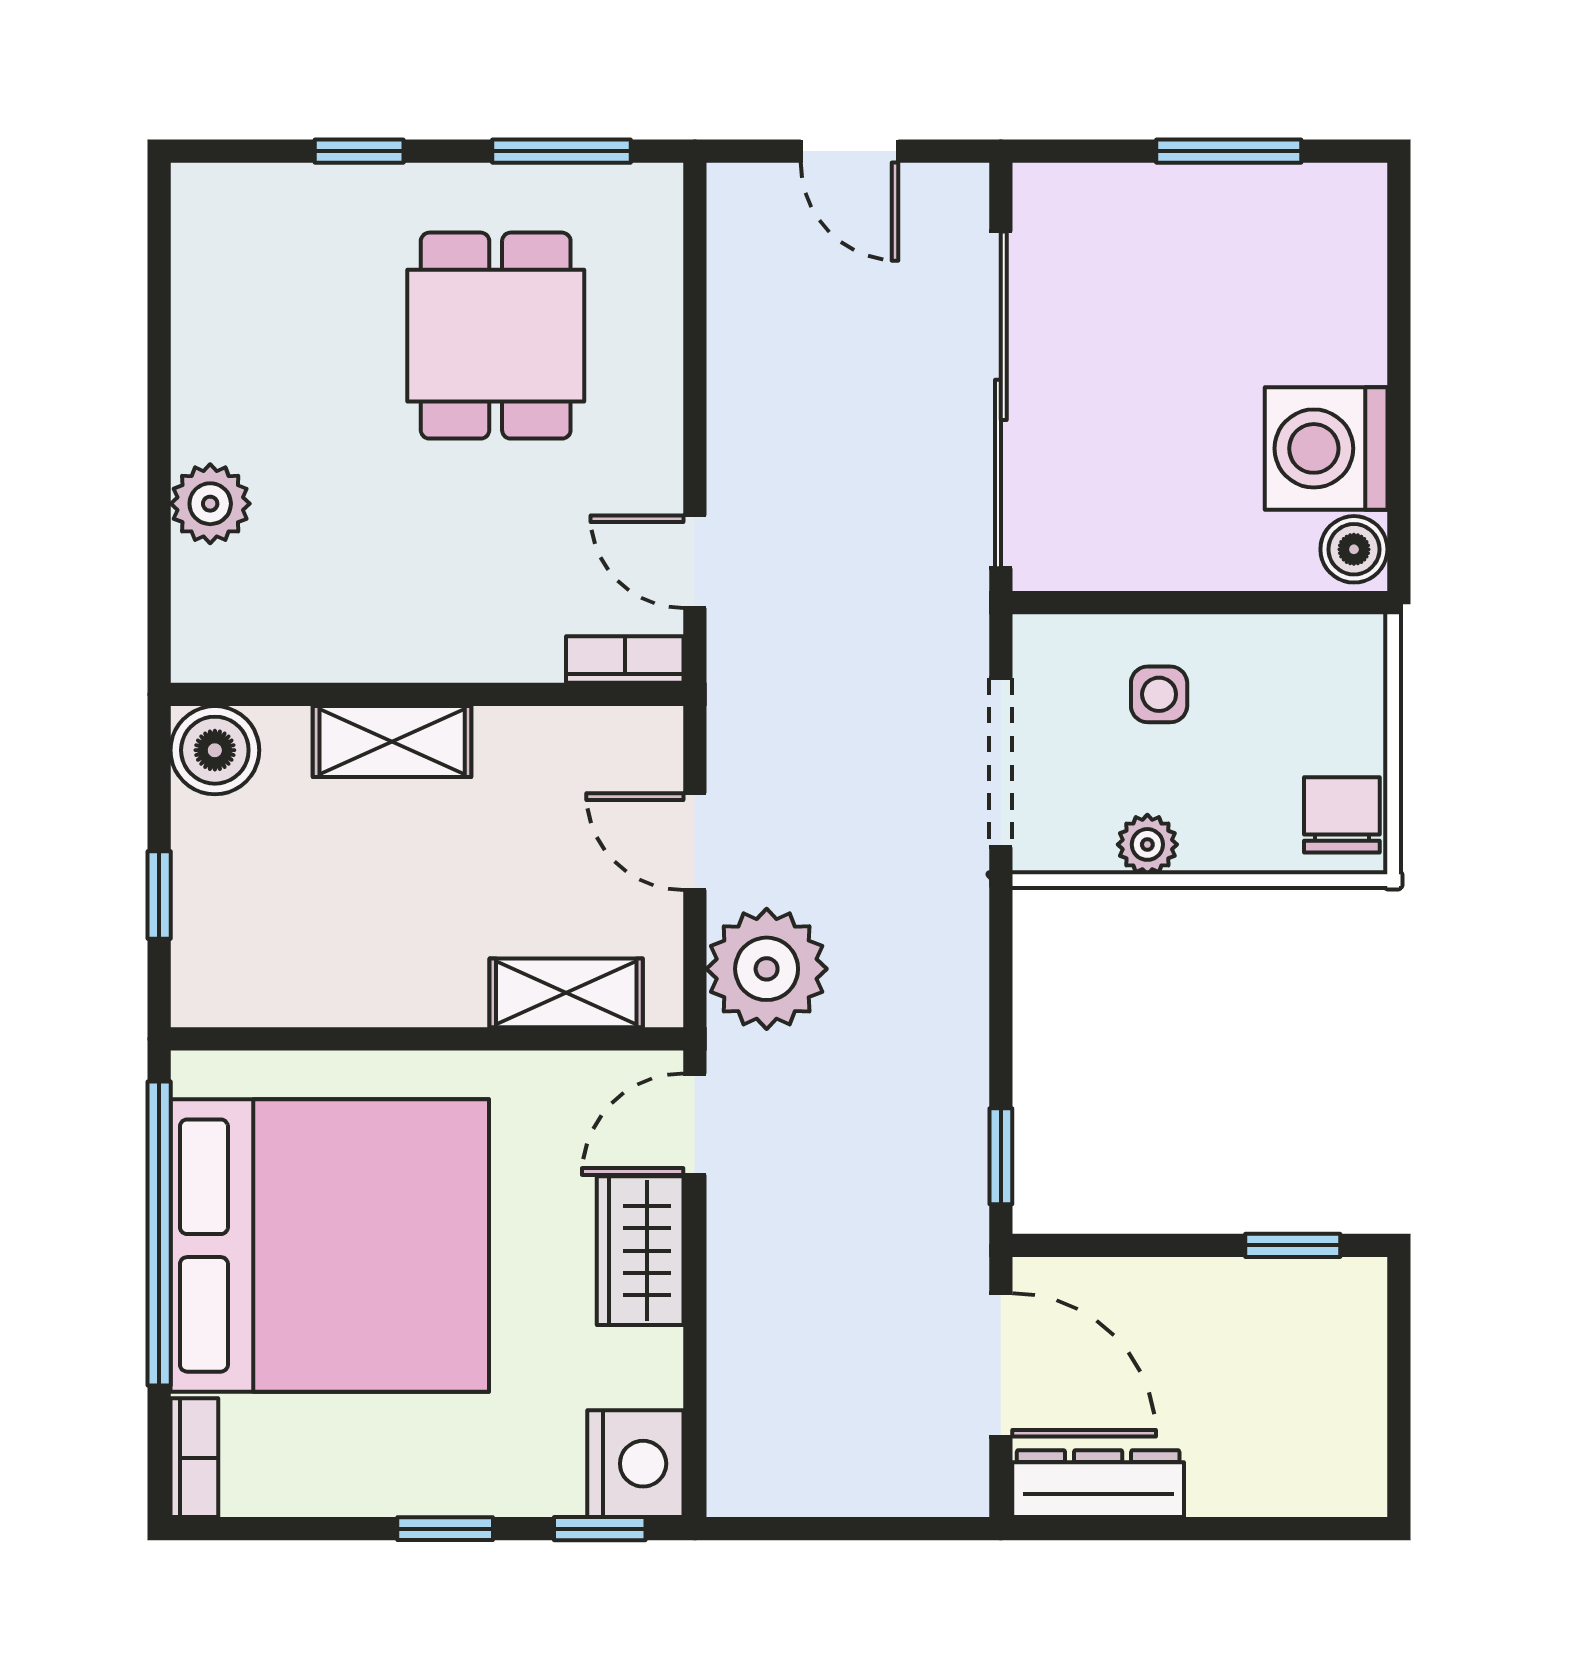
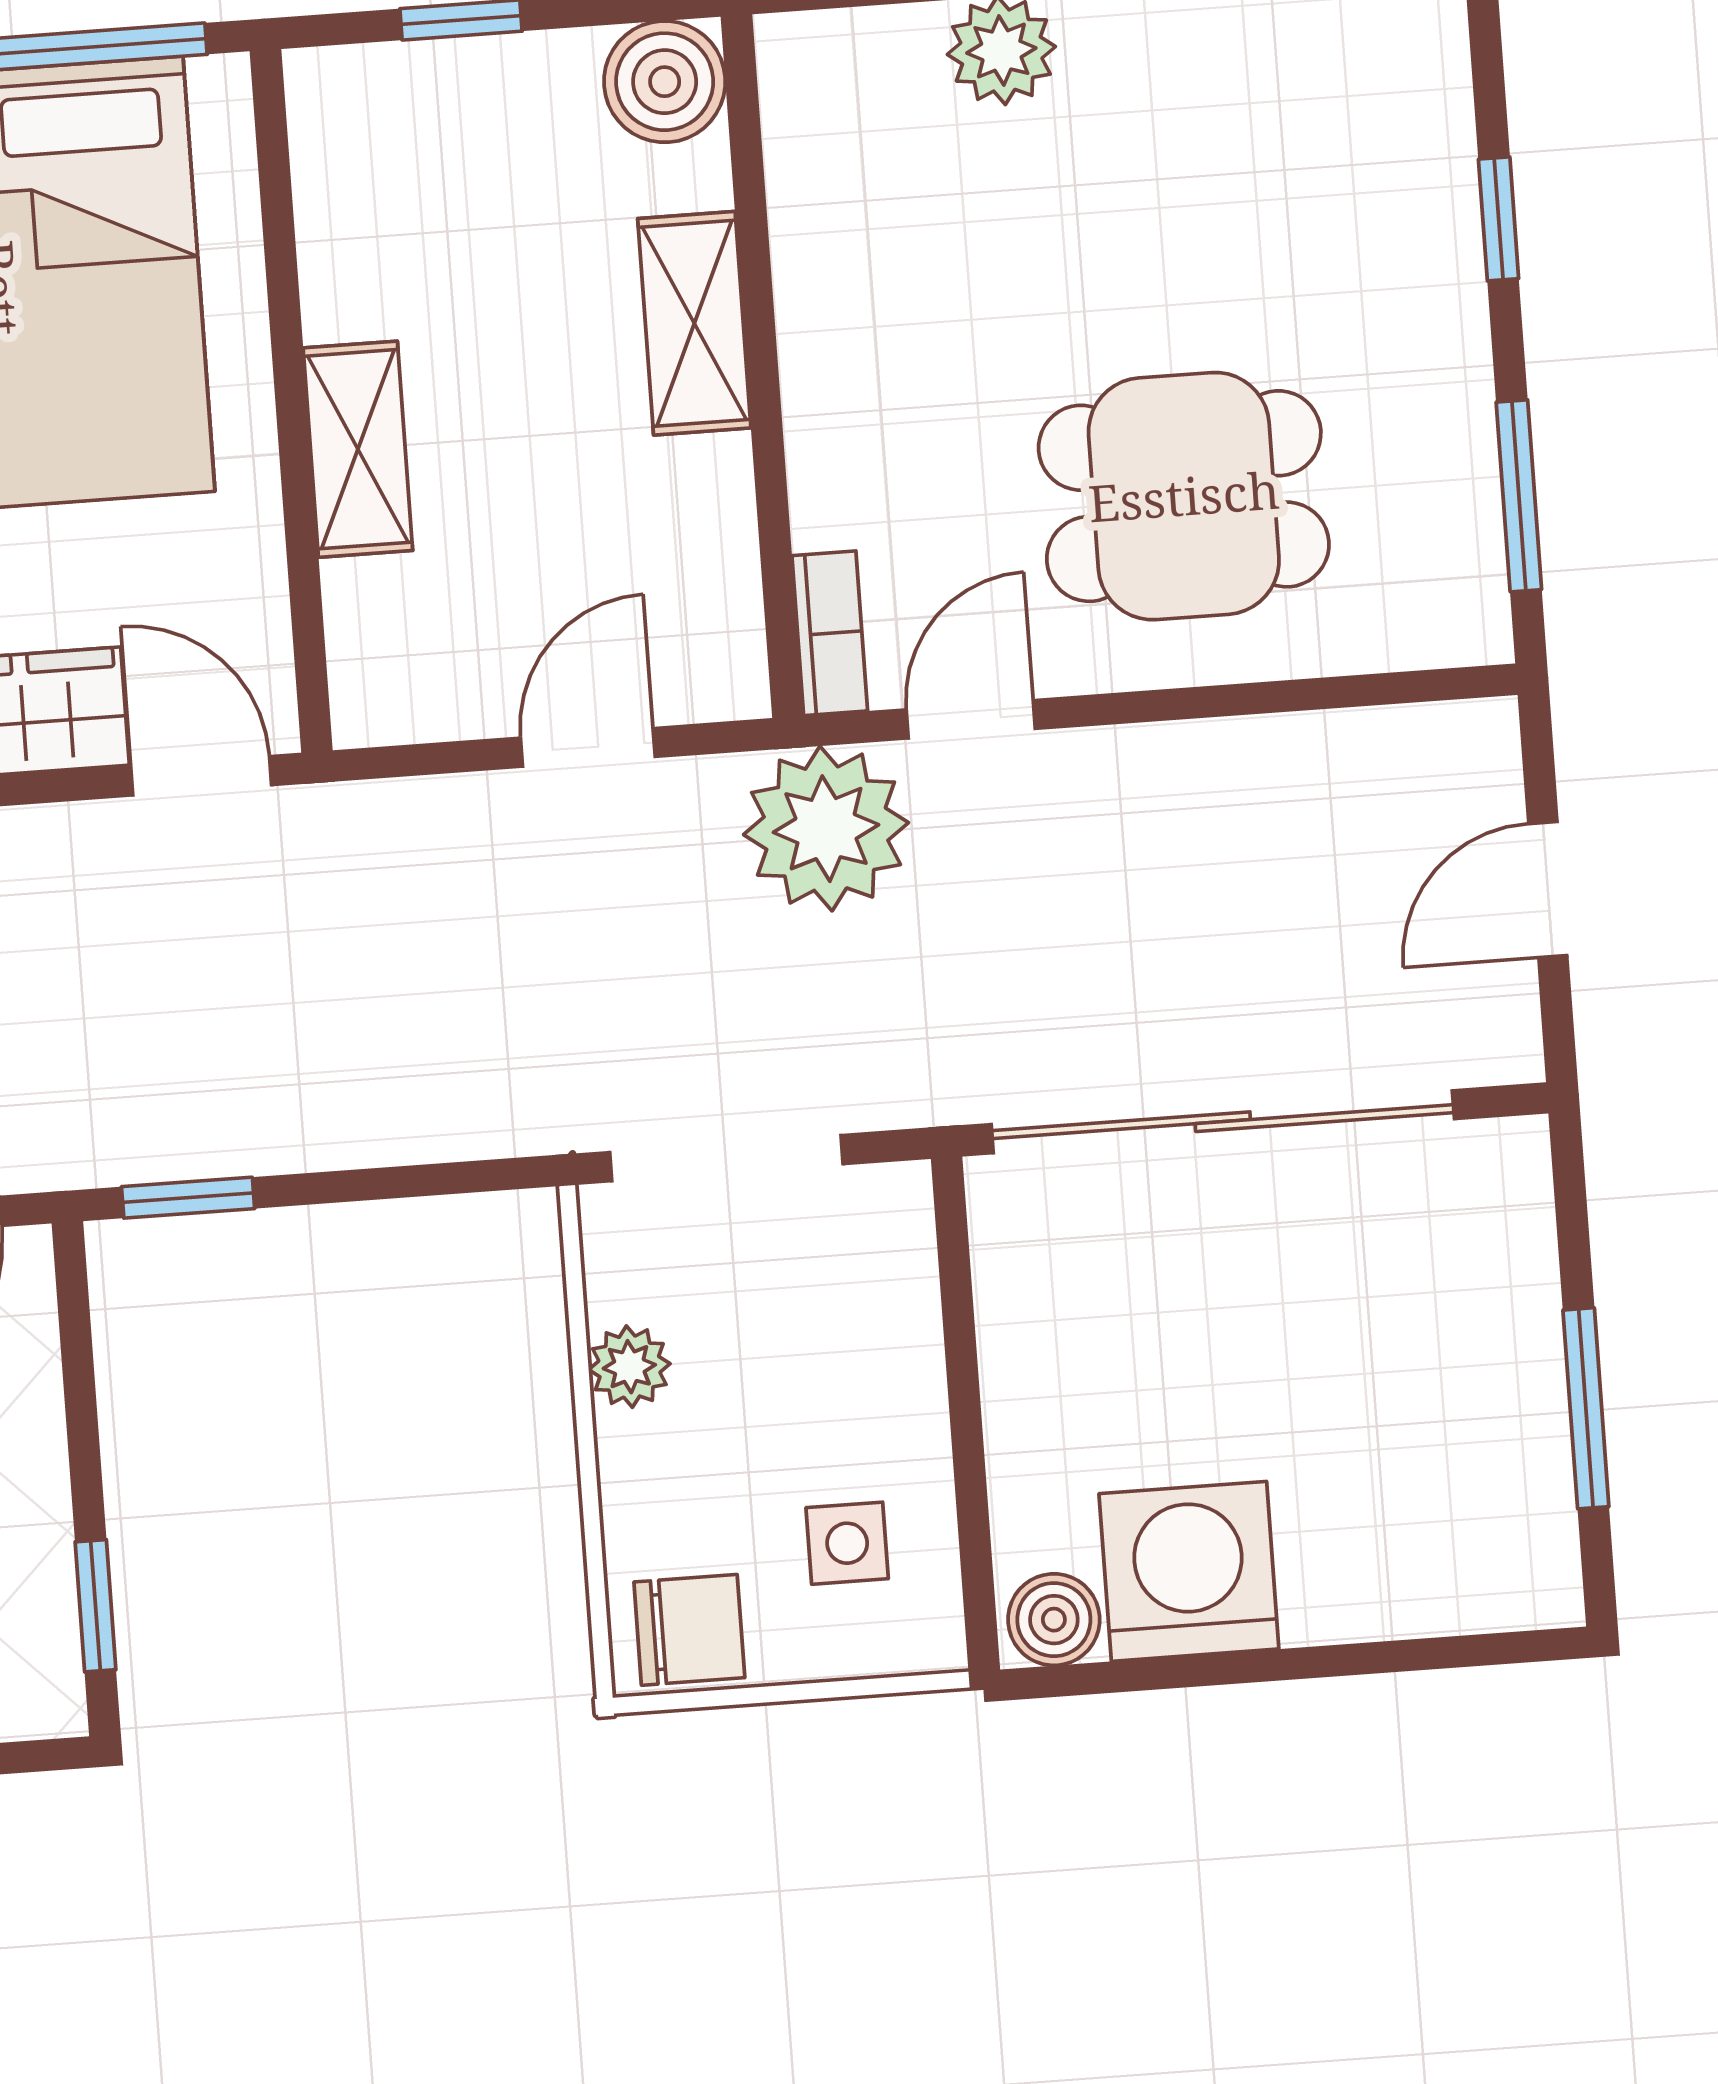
dining table: (496, 336) -> (1184, 496), moved
side table: (1159, 694) -> (847, 1543), moved
plant: (767, 969) -> (826, 829), moved
shelving: (566, 993) -> (358, 449), moved

